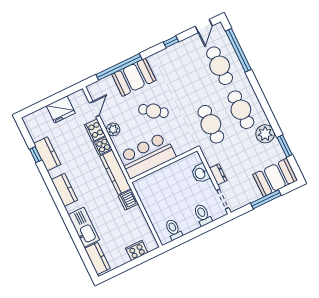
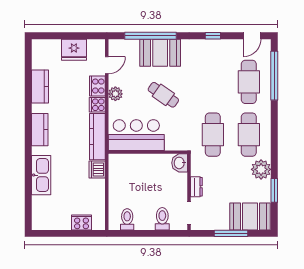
window: (36, 155) -> (28, 82), removed
washbasin: (200, 173) -> (180, 163), moved
kitchen counter: (97, 258) -> (40, 212), removed

